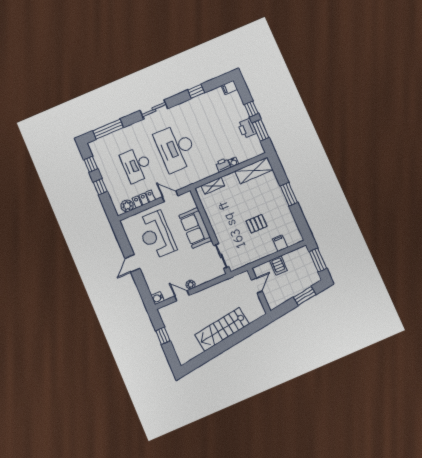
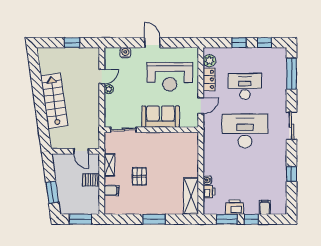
filing cabinet: (229, 88) -> (265, 207), moved
printer: (223, 165) -> (209, 192), moved
shelving: (213, 186) -> (109, 165), moved
reception desk: (156, 235) -> (170, 77), turned 180
water cooler: (158, 298) -> (125, 53), moved

